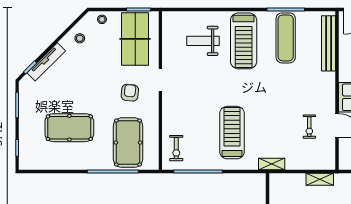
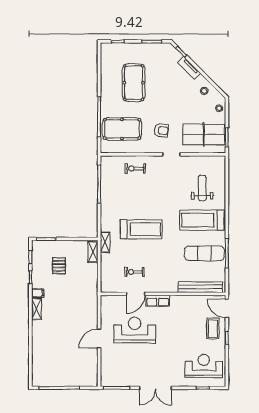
tv unit: (46, 62) -> (189, 68), width x0.71
treadmill: (232, 133) -> (141, 229), moved
exercise bike: (176, 148) -> (135, 169), moved
shelving: (320, 179) -> (93, 252), moved

